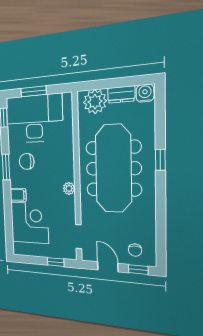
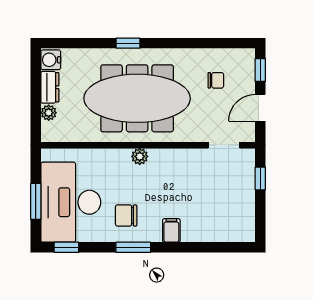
plant: (95, 102) -> (49, 113), width x0.53, depth x0.53
chair: (27, 161) -> (126, 215), turned 90
plant: (69, 188) -> (140, 156), moved
corner desk: (29, 223) -> (209, 215), removed
chair: (135, 250) -> (216, 80), moved

